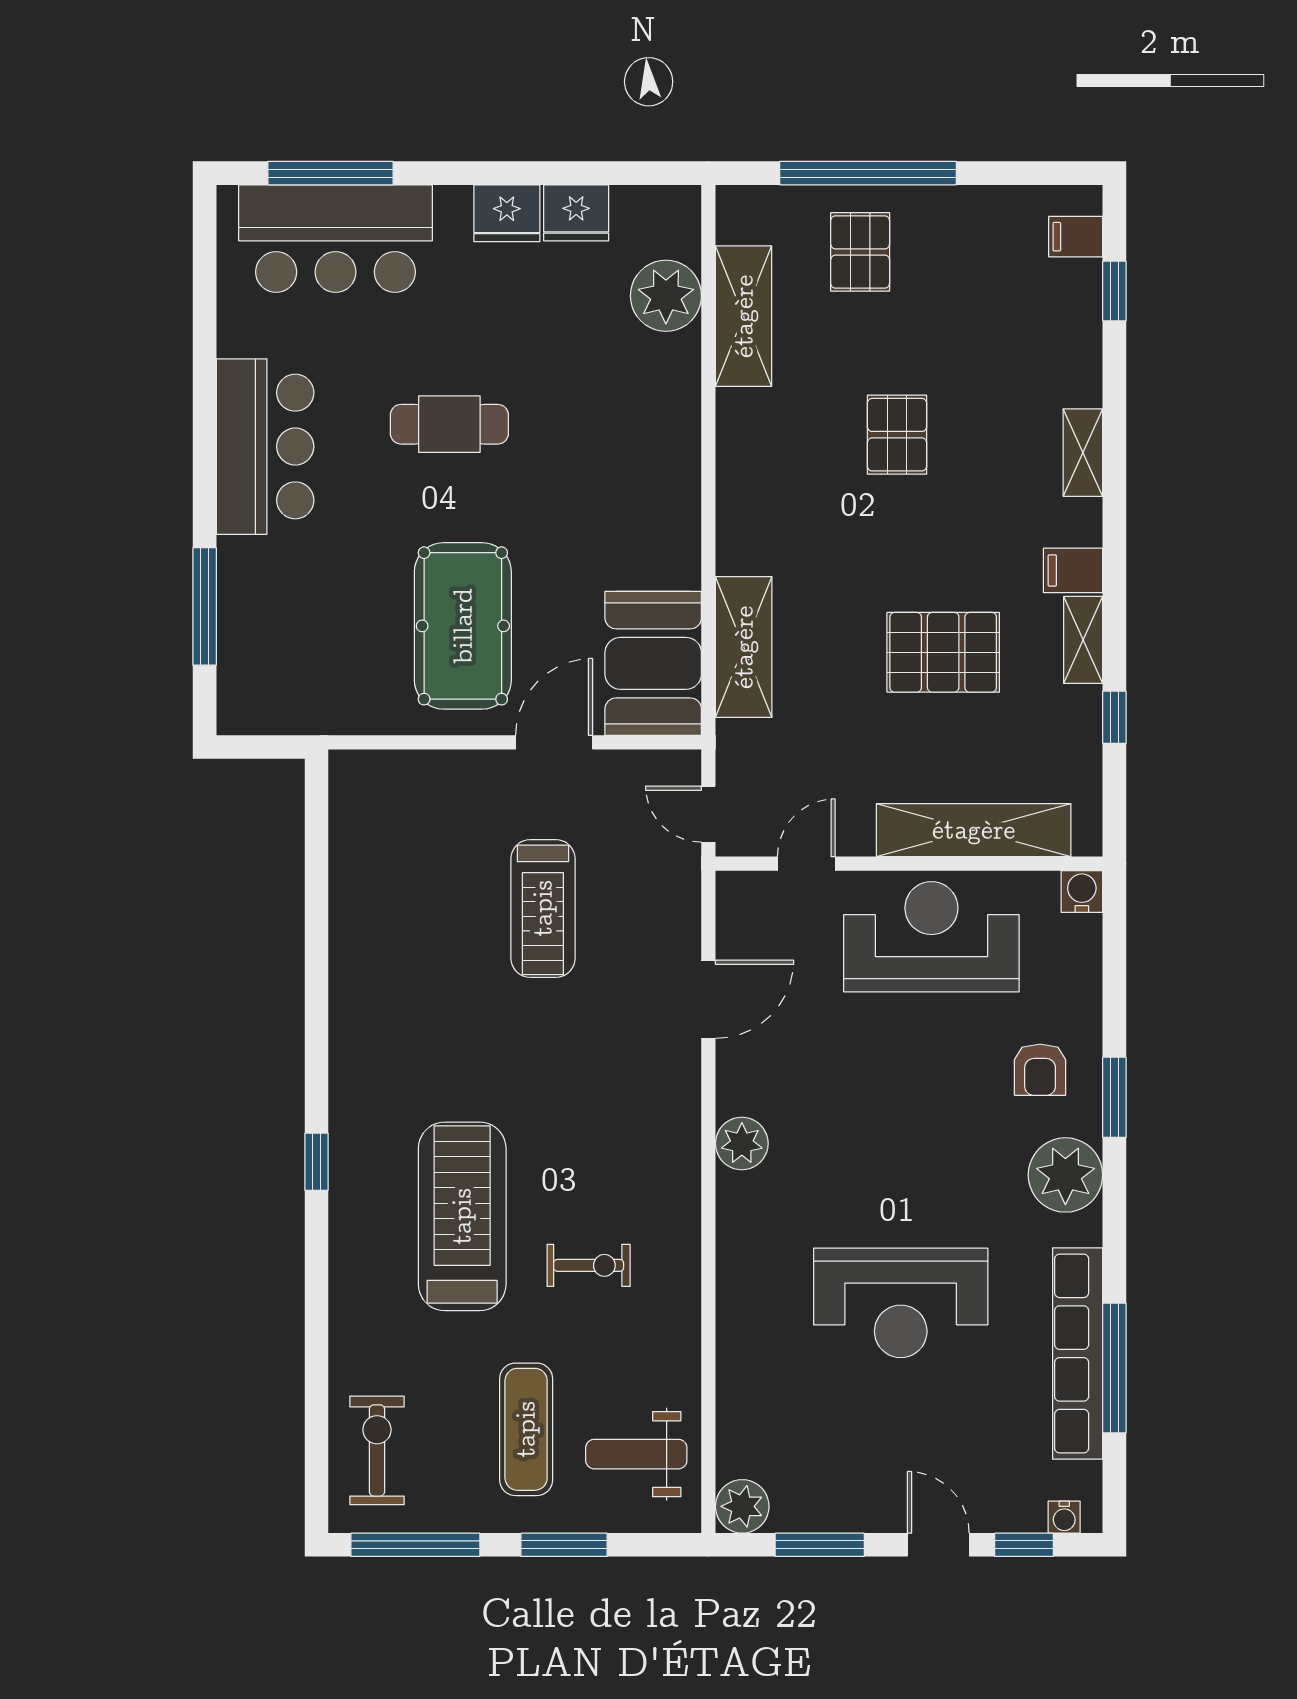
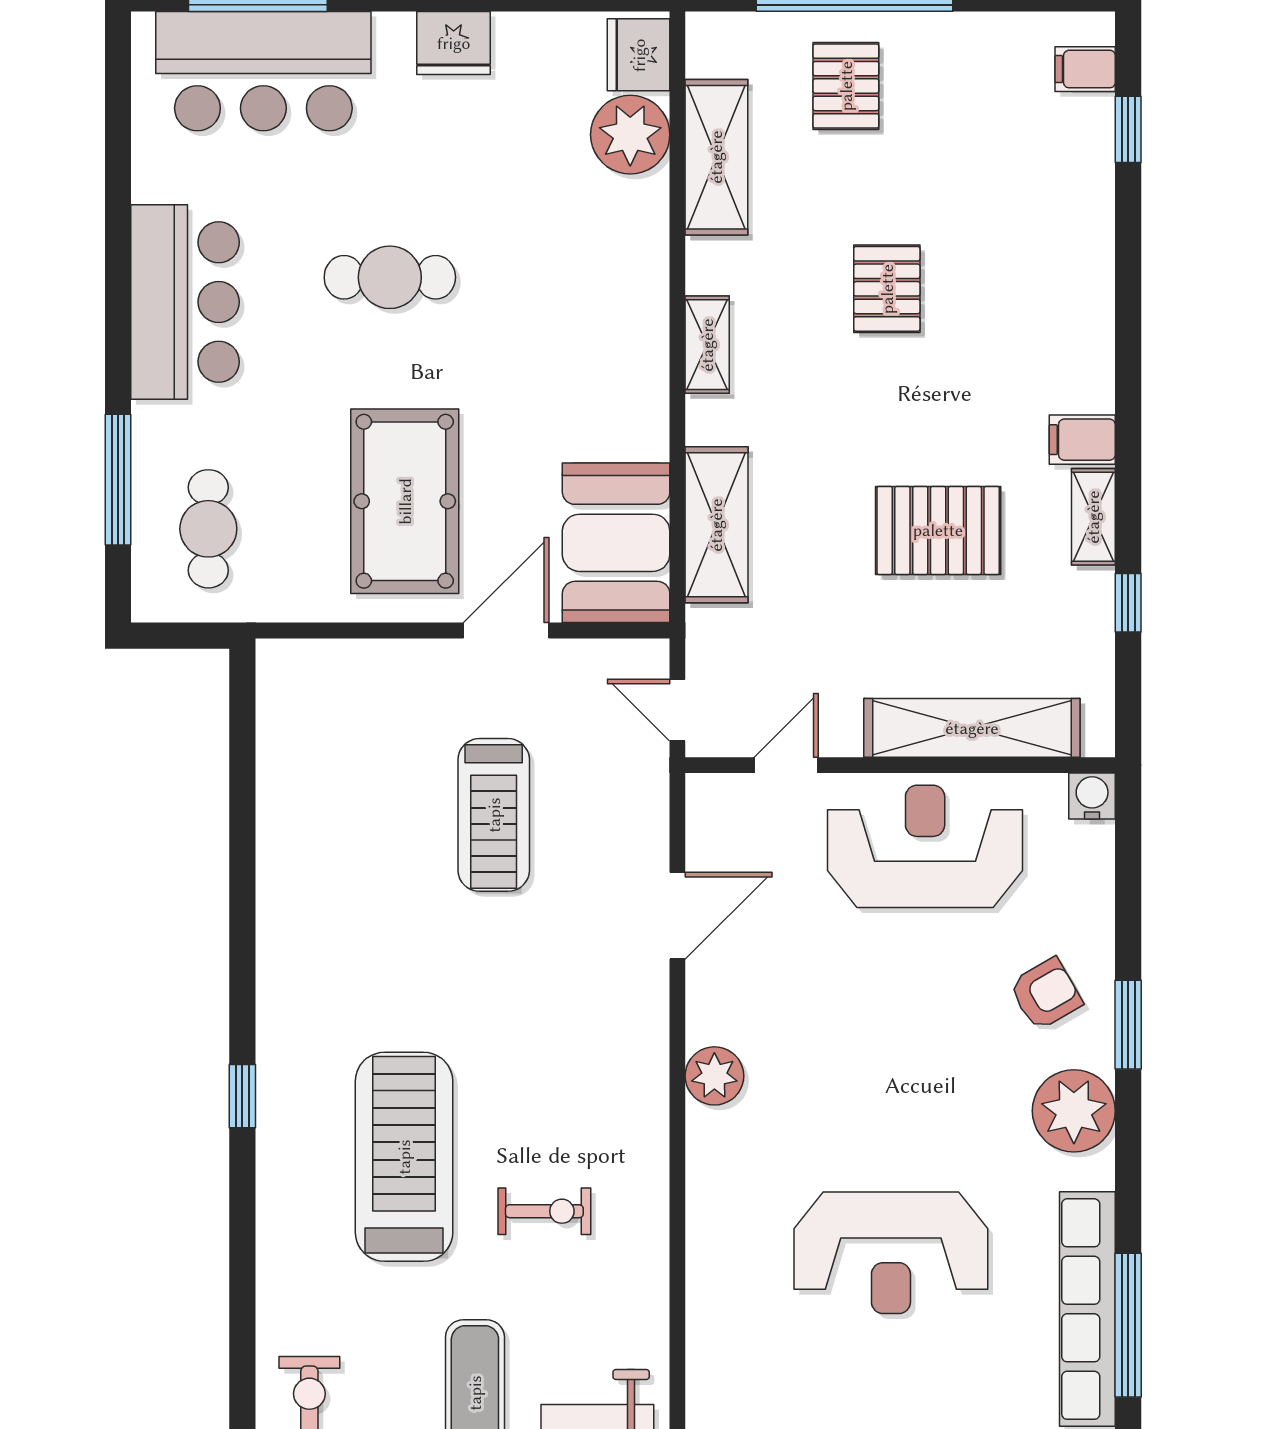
fridge: (576, 213) -> (639, 55), moved, turned 90
shelving: (1083, 453) -> (707, 345), moved
cafe table: (286, 651) -> (208, 529), added
armchair: (1040, 1070) -> (1046, 994), turned -120

